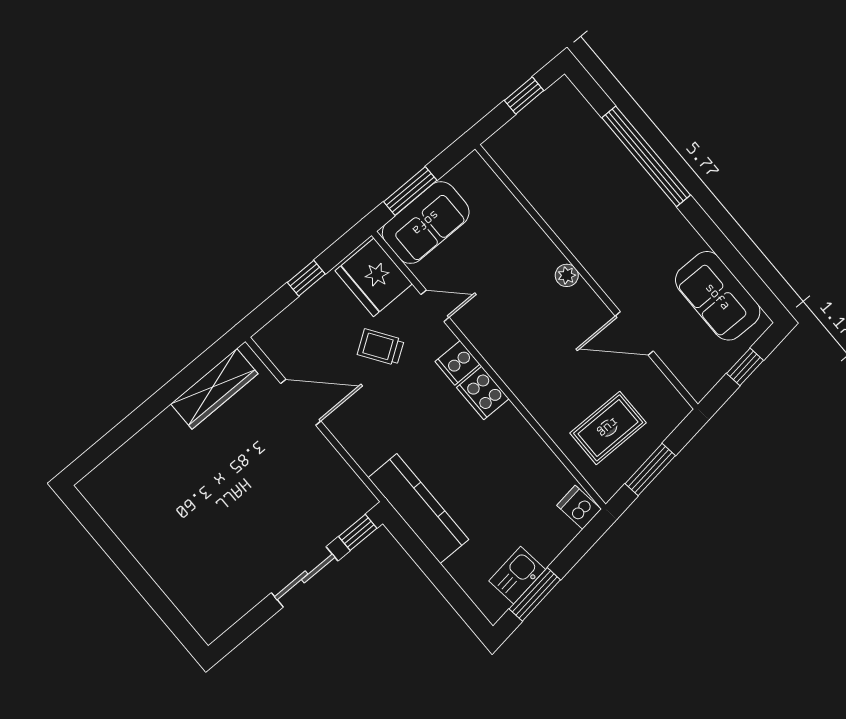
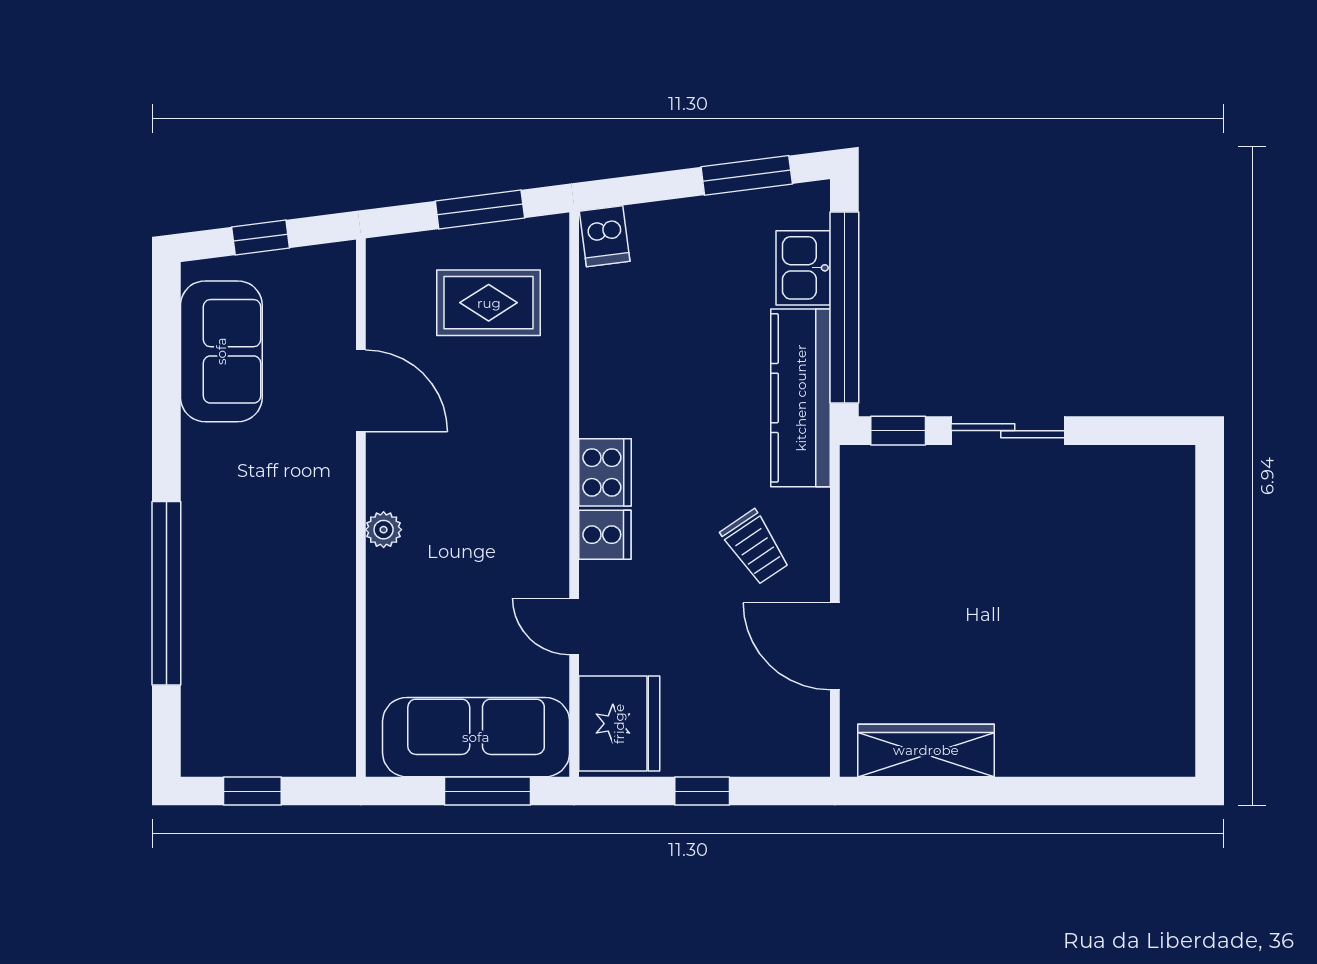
sofa: (426, 223) -> (476, 737), width x1.36
trolley: (381, 347) -> (755, 547), moved
window: (434, 570) -> (844, 307), added
kitchen sink: (517, 575) -> (803, 268), moved, turned 97

